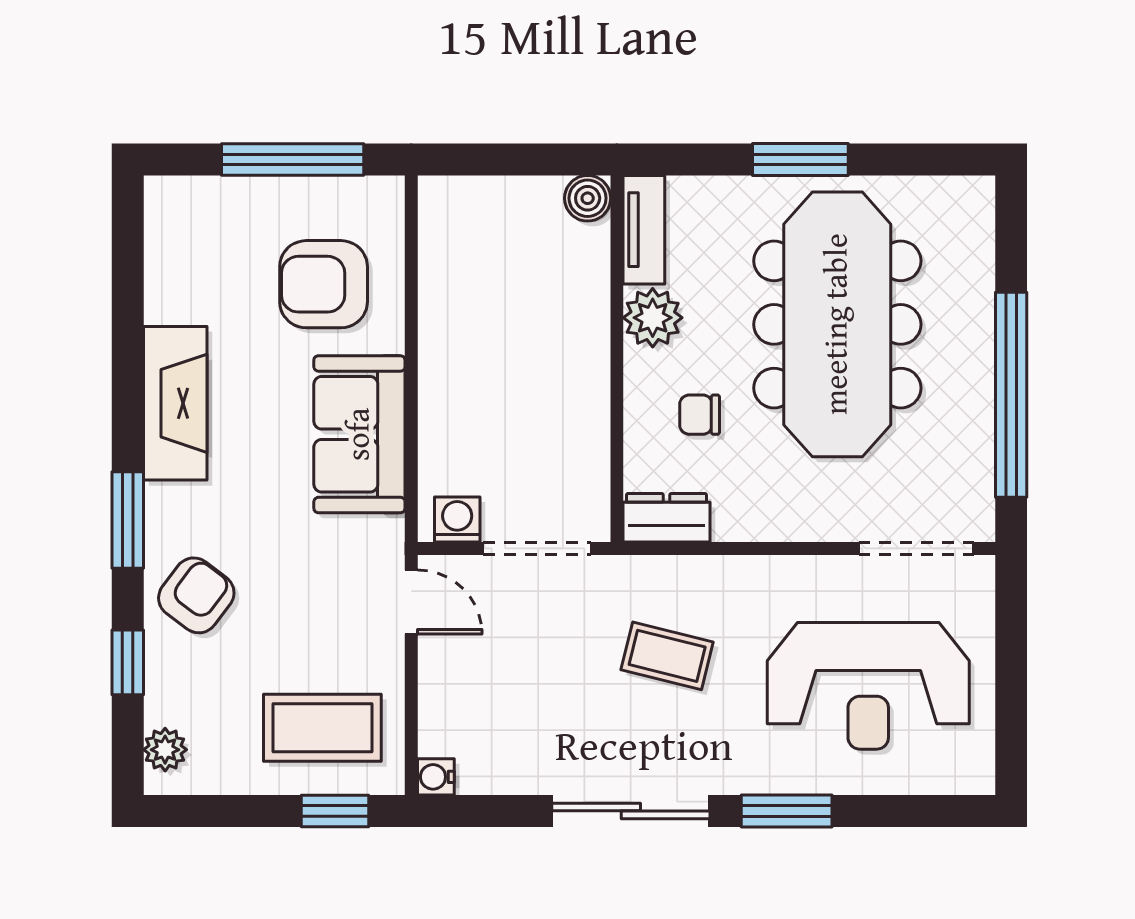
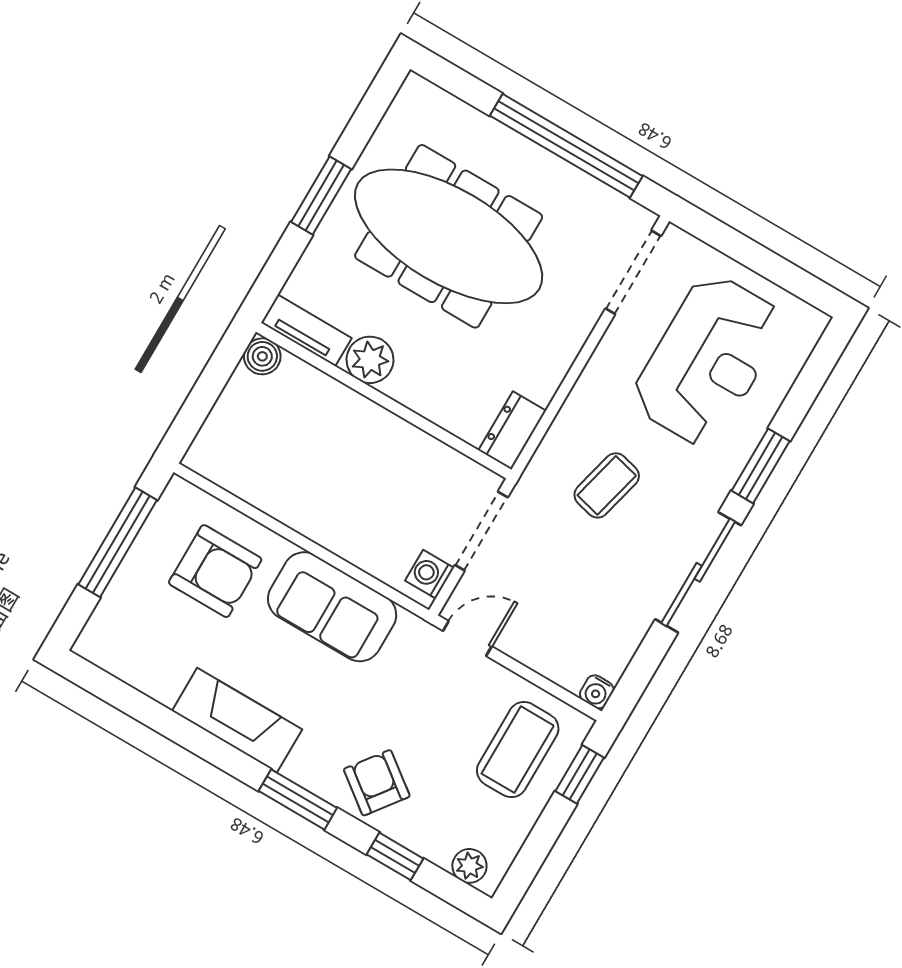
armchair: (324, 284) -> (215, 571), turned -90
chair: (700, 415) -> (455, 367), removed

